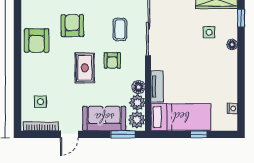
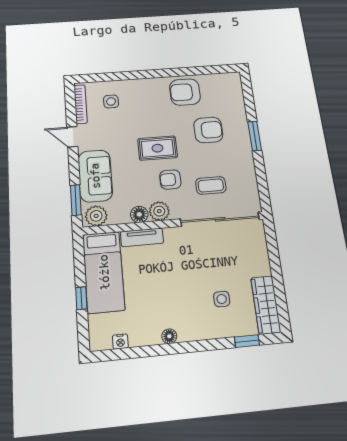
floor lamp: (232, 45) -> (169, 336), moved
plant: (137, 103) -> (159, 211), moved

